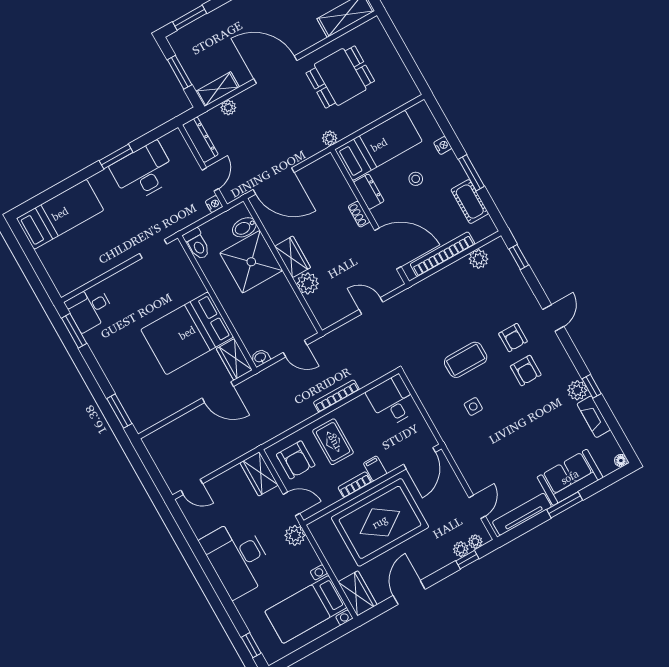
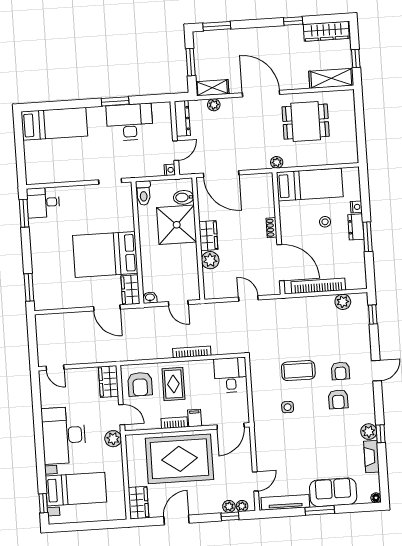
dresser: (369, 192) -> (356, 227), moved, turned 180
cot: (470, 202) -> (356, 257), removed
bed with nightstands: (306, 609) -> (76, 489), moved, turned 180

